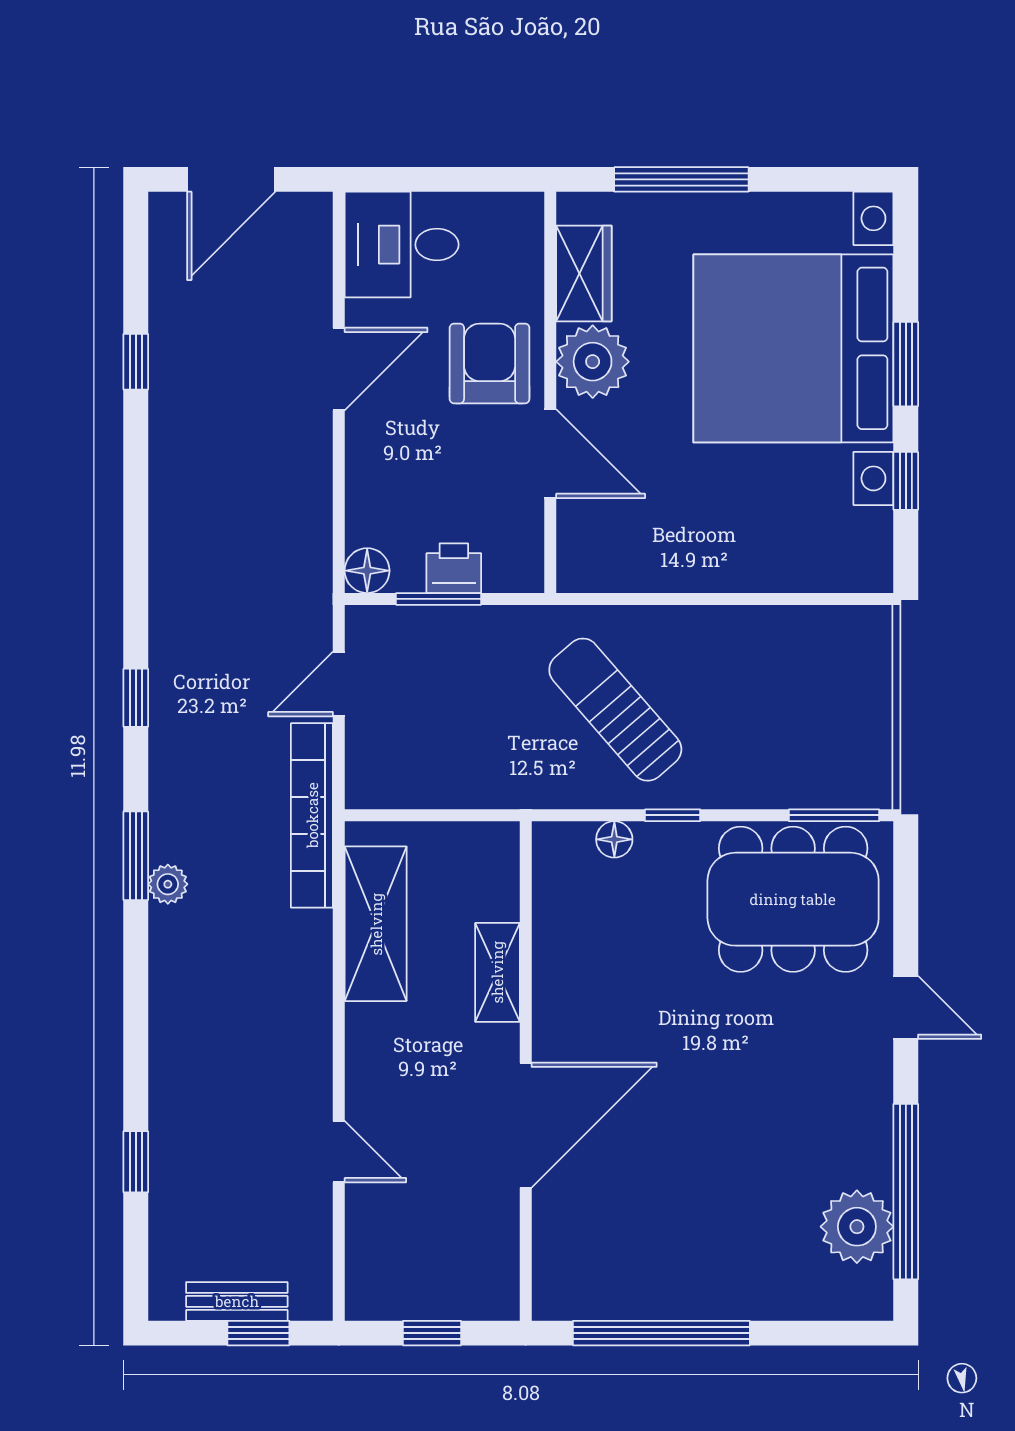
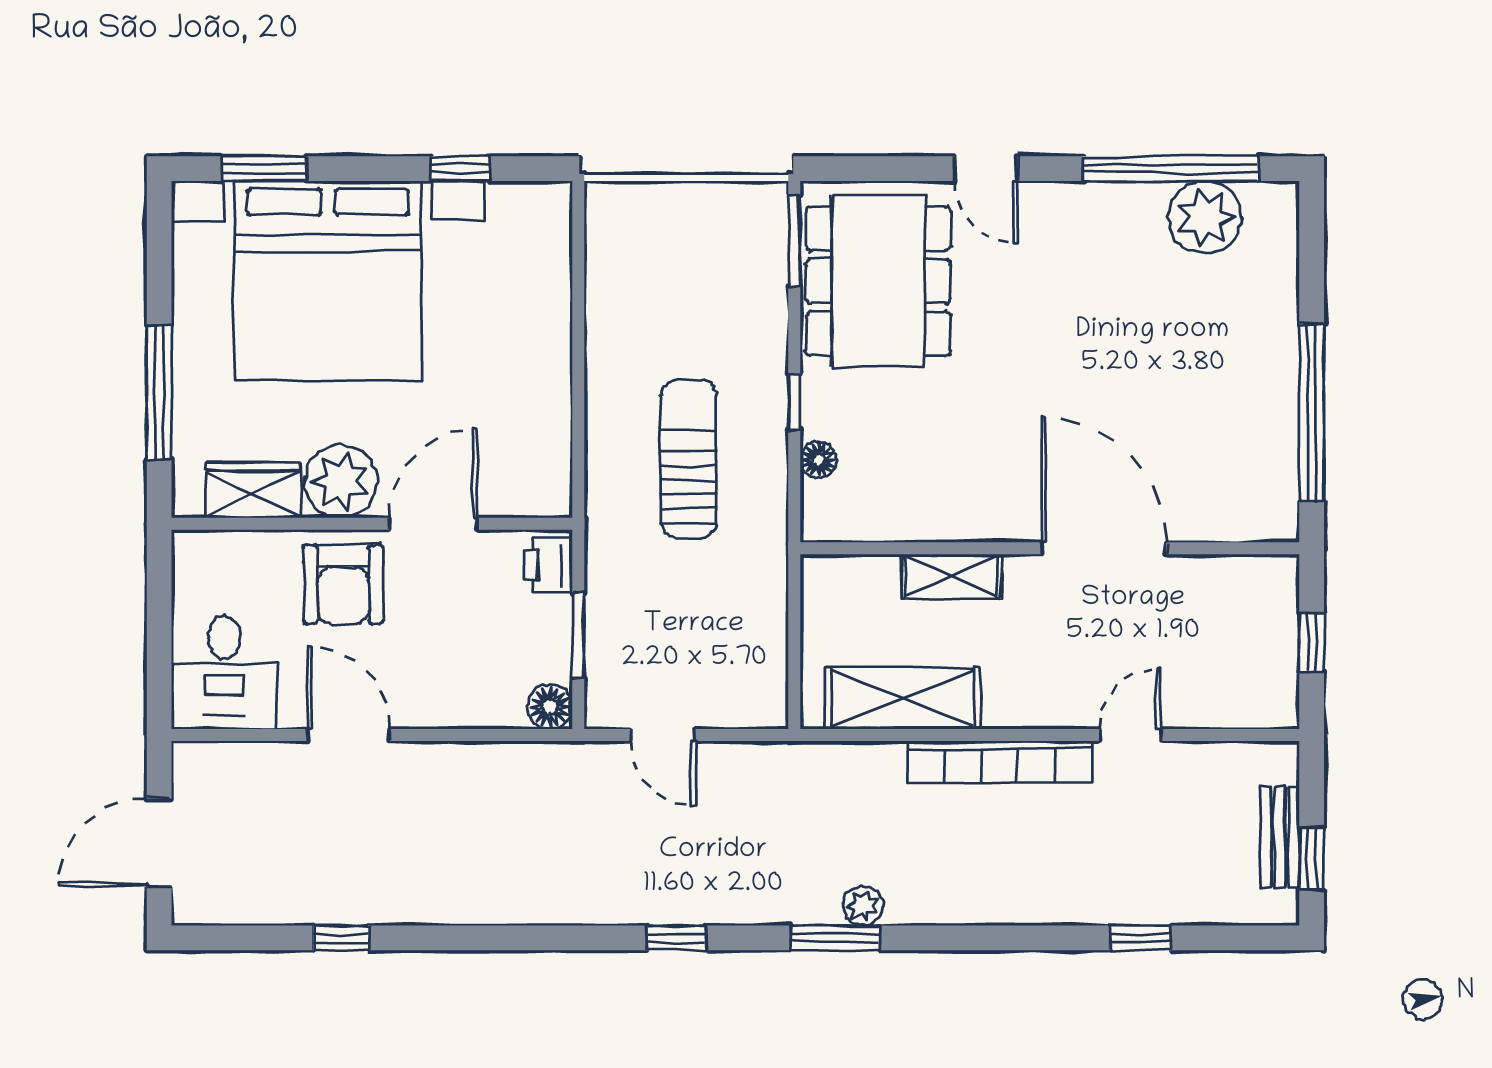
door: (231, 179) -> (159, 842), swing flipped
armchair: (490, 363) -> (343, 584), turned -90
window: (906, 364) -> (264, 169), moved
printer: (454, 568) -> (547, 564), moved
sun lounger: (615, 710) -> (689, 459), turned 131
bookcase: (312, 815) -> (1000, 762), moved
door: (906, 1007) -> (986, 169), swing flipped
window: (258, 1333) -> (1312, 859), moved

